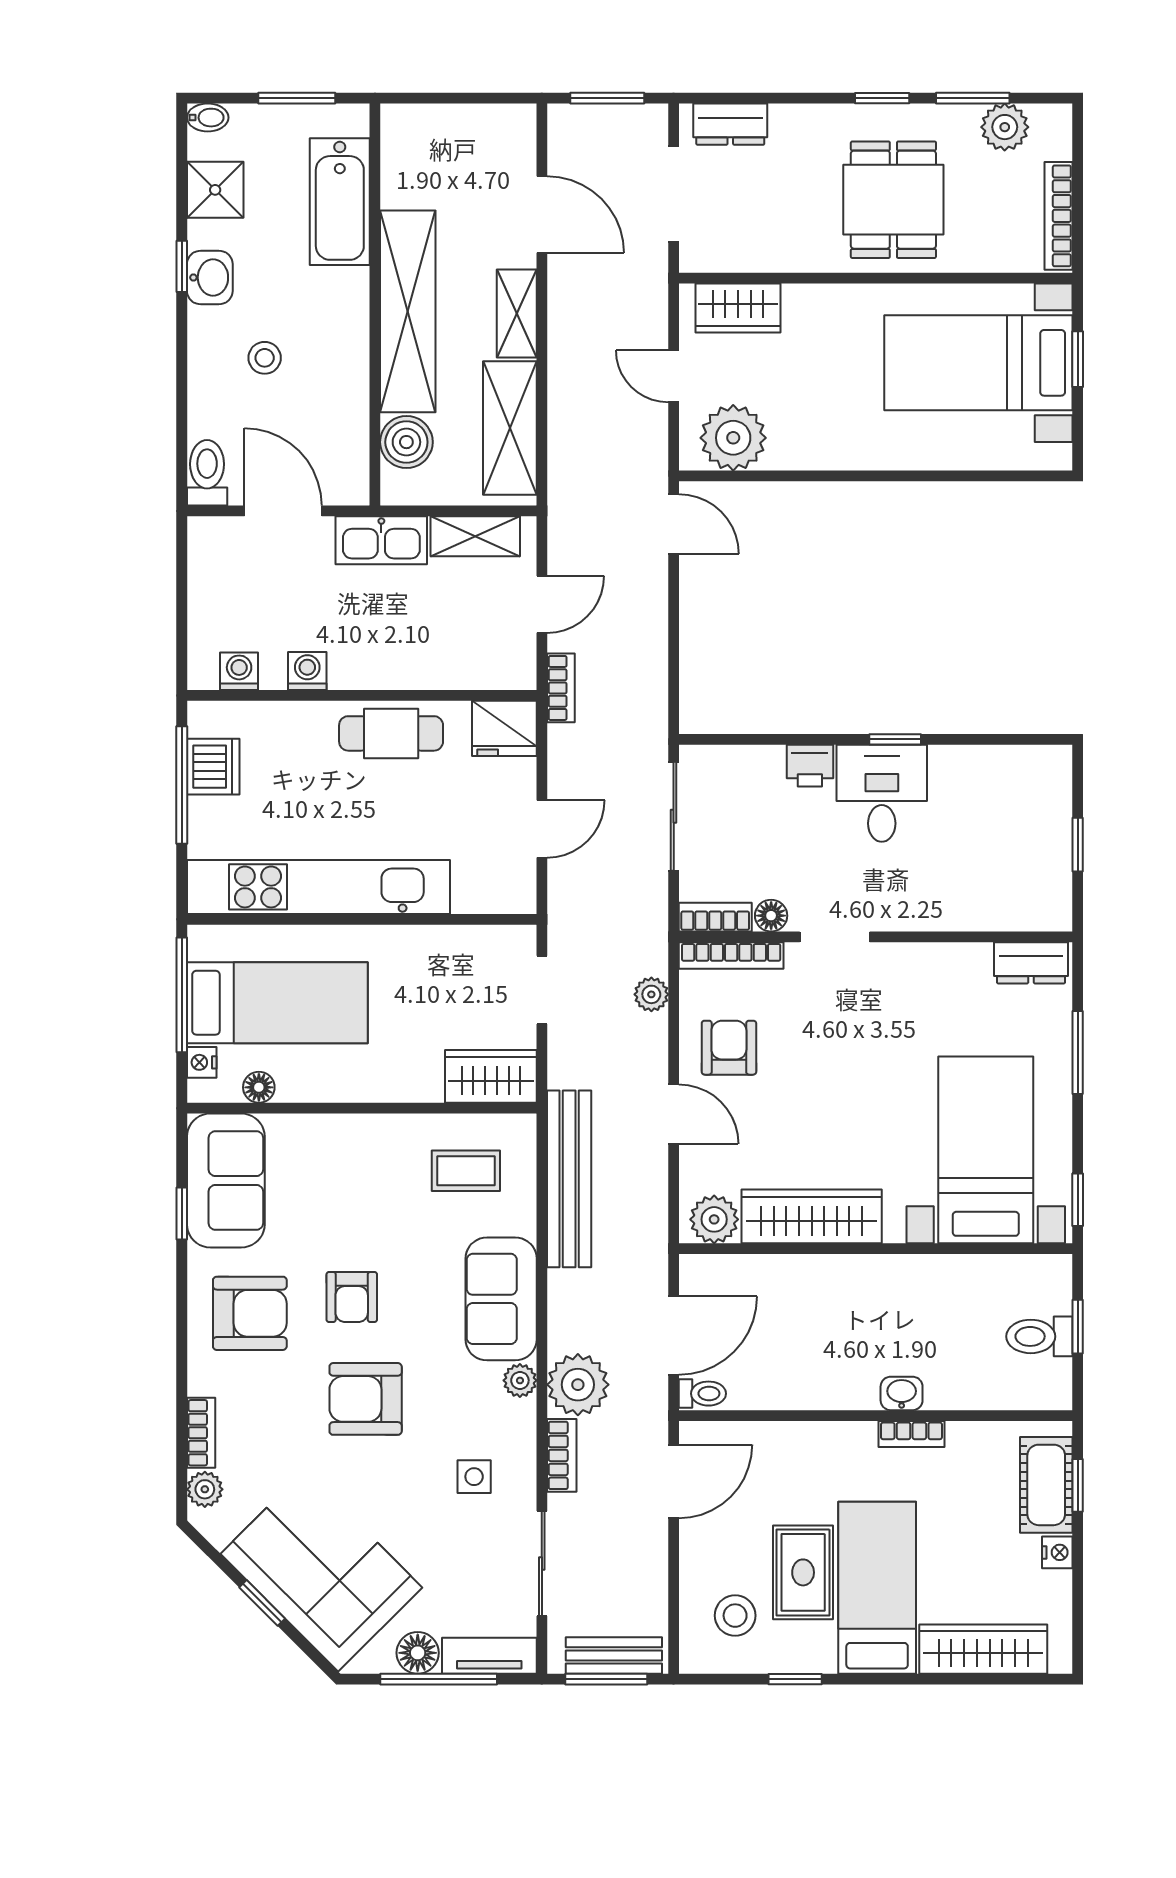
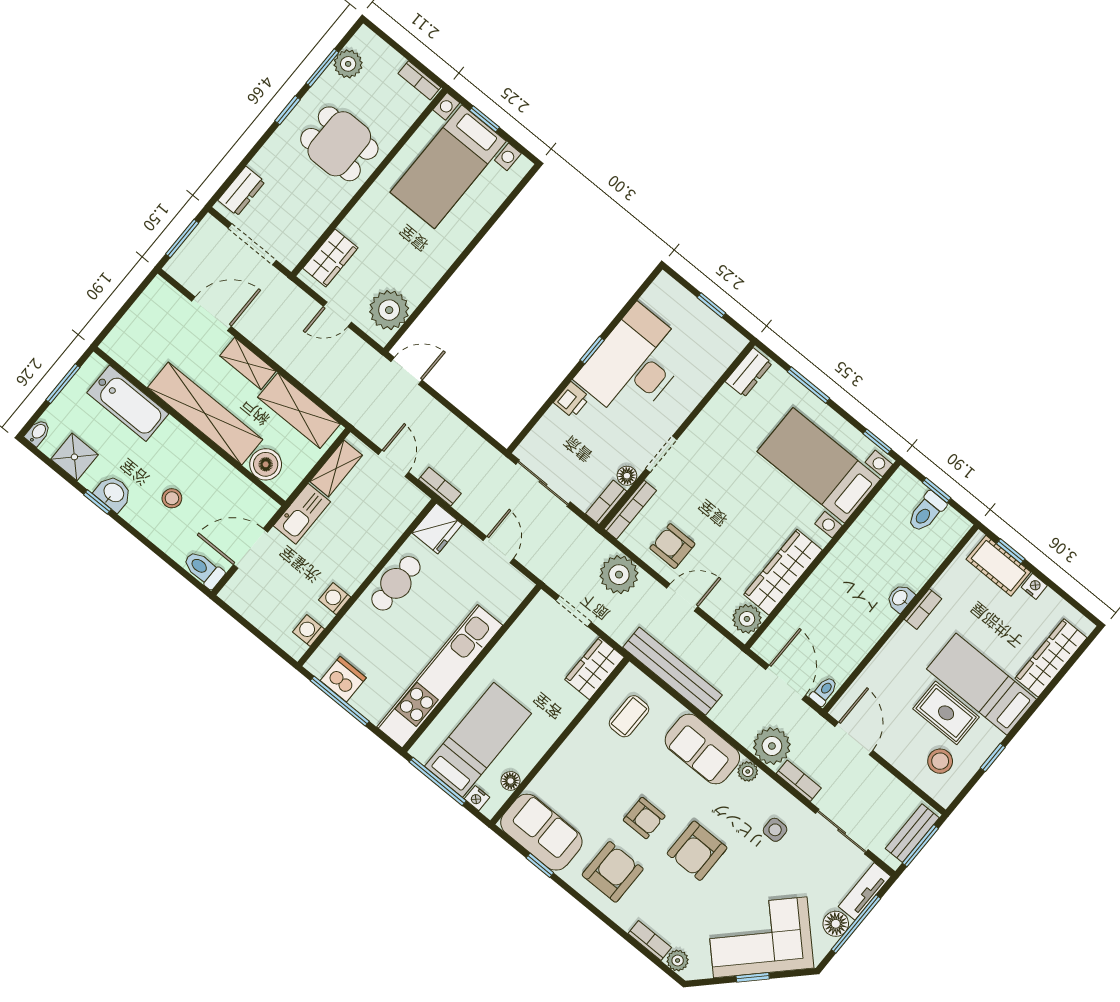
bookcase: (1059, 216) -> (419, 80), width x0.64
desk: (882, 793) -> (634, 364), width x1.87, depth x1.30
plant: (651, 994) -> (619, 575), width x1.88, depth x1.88

